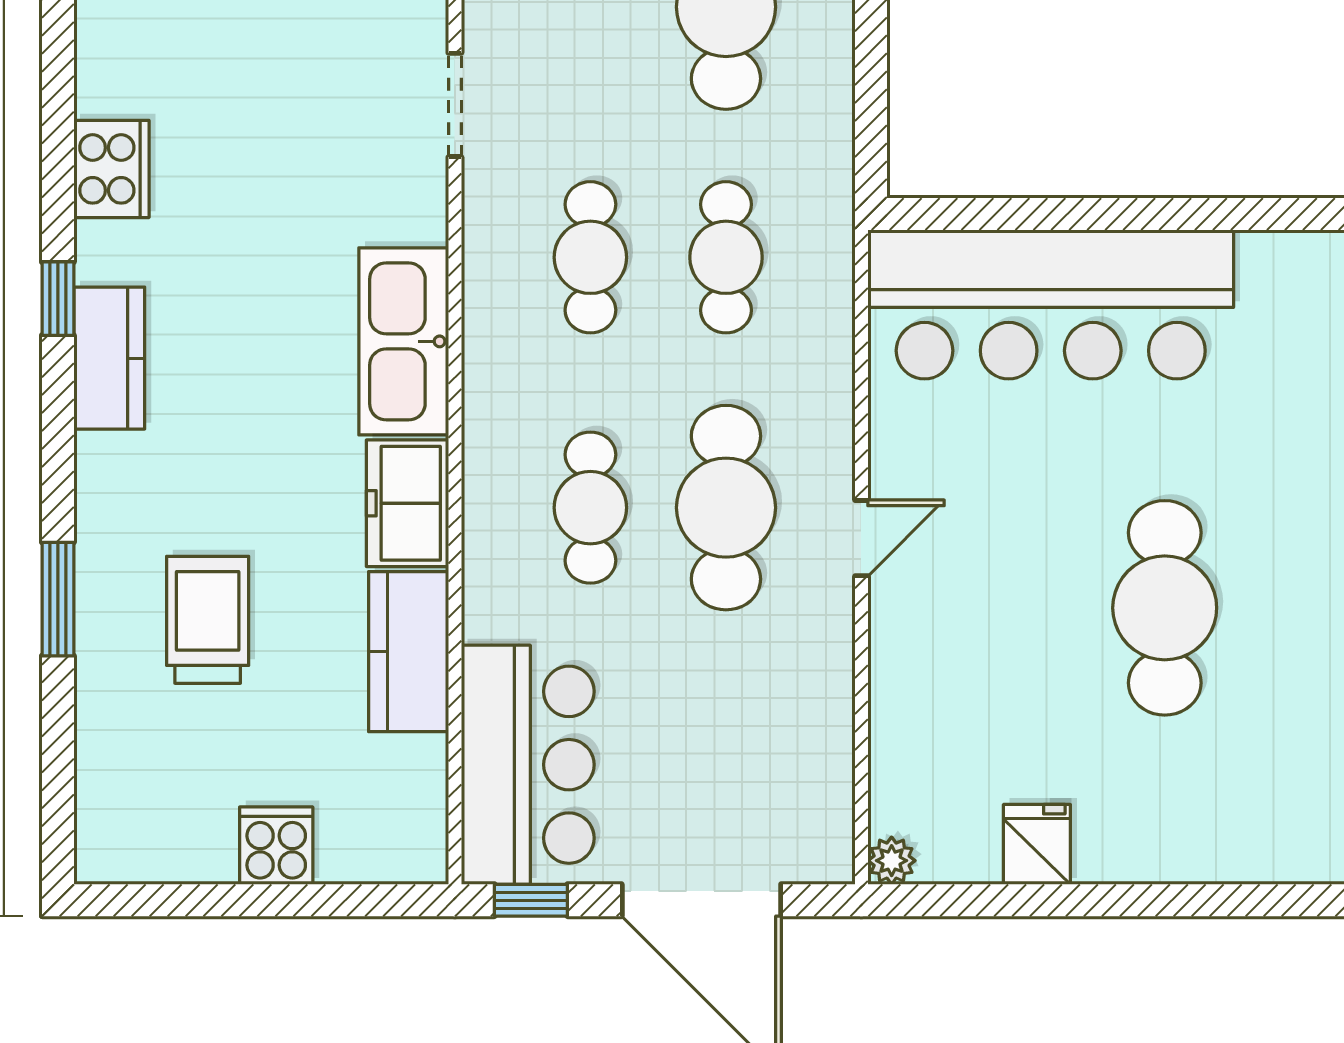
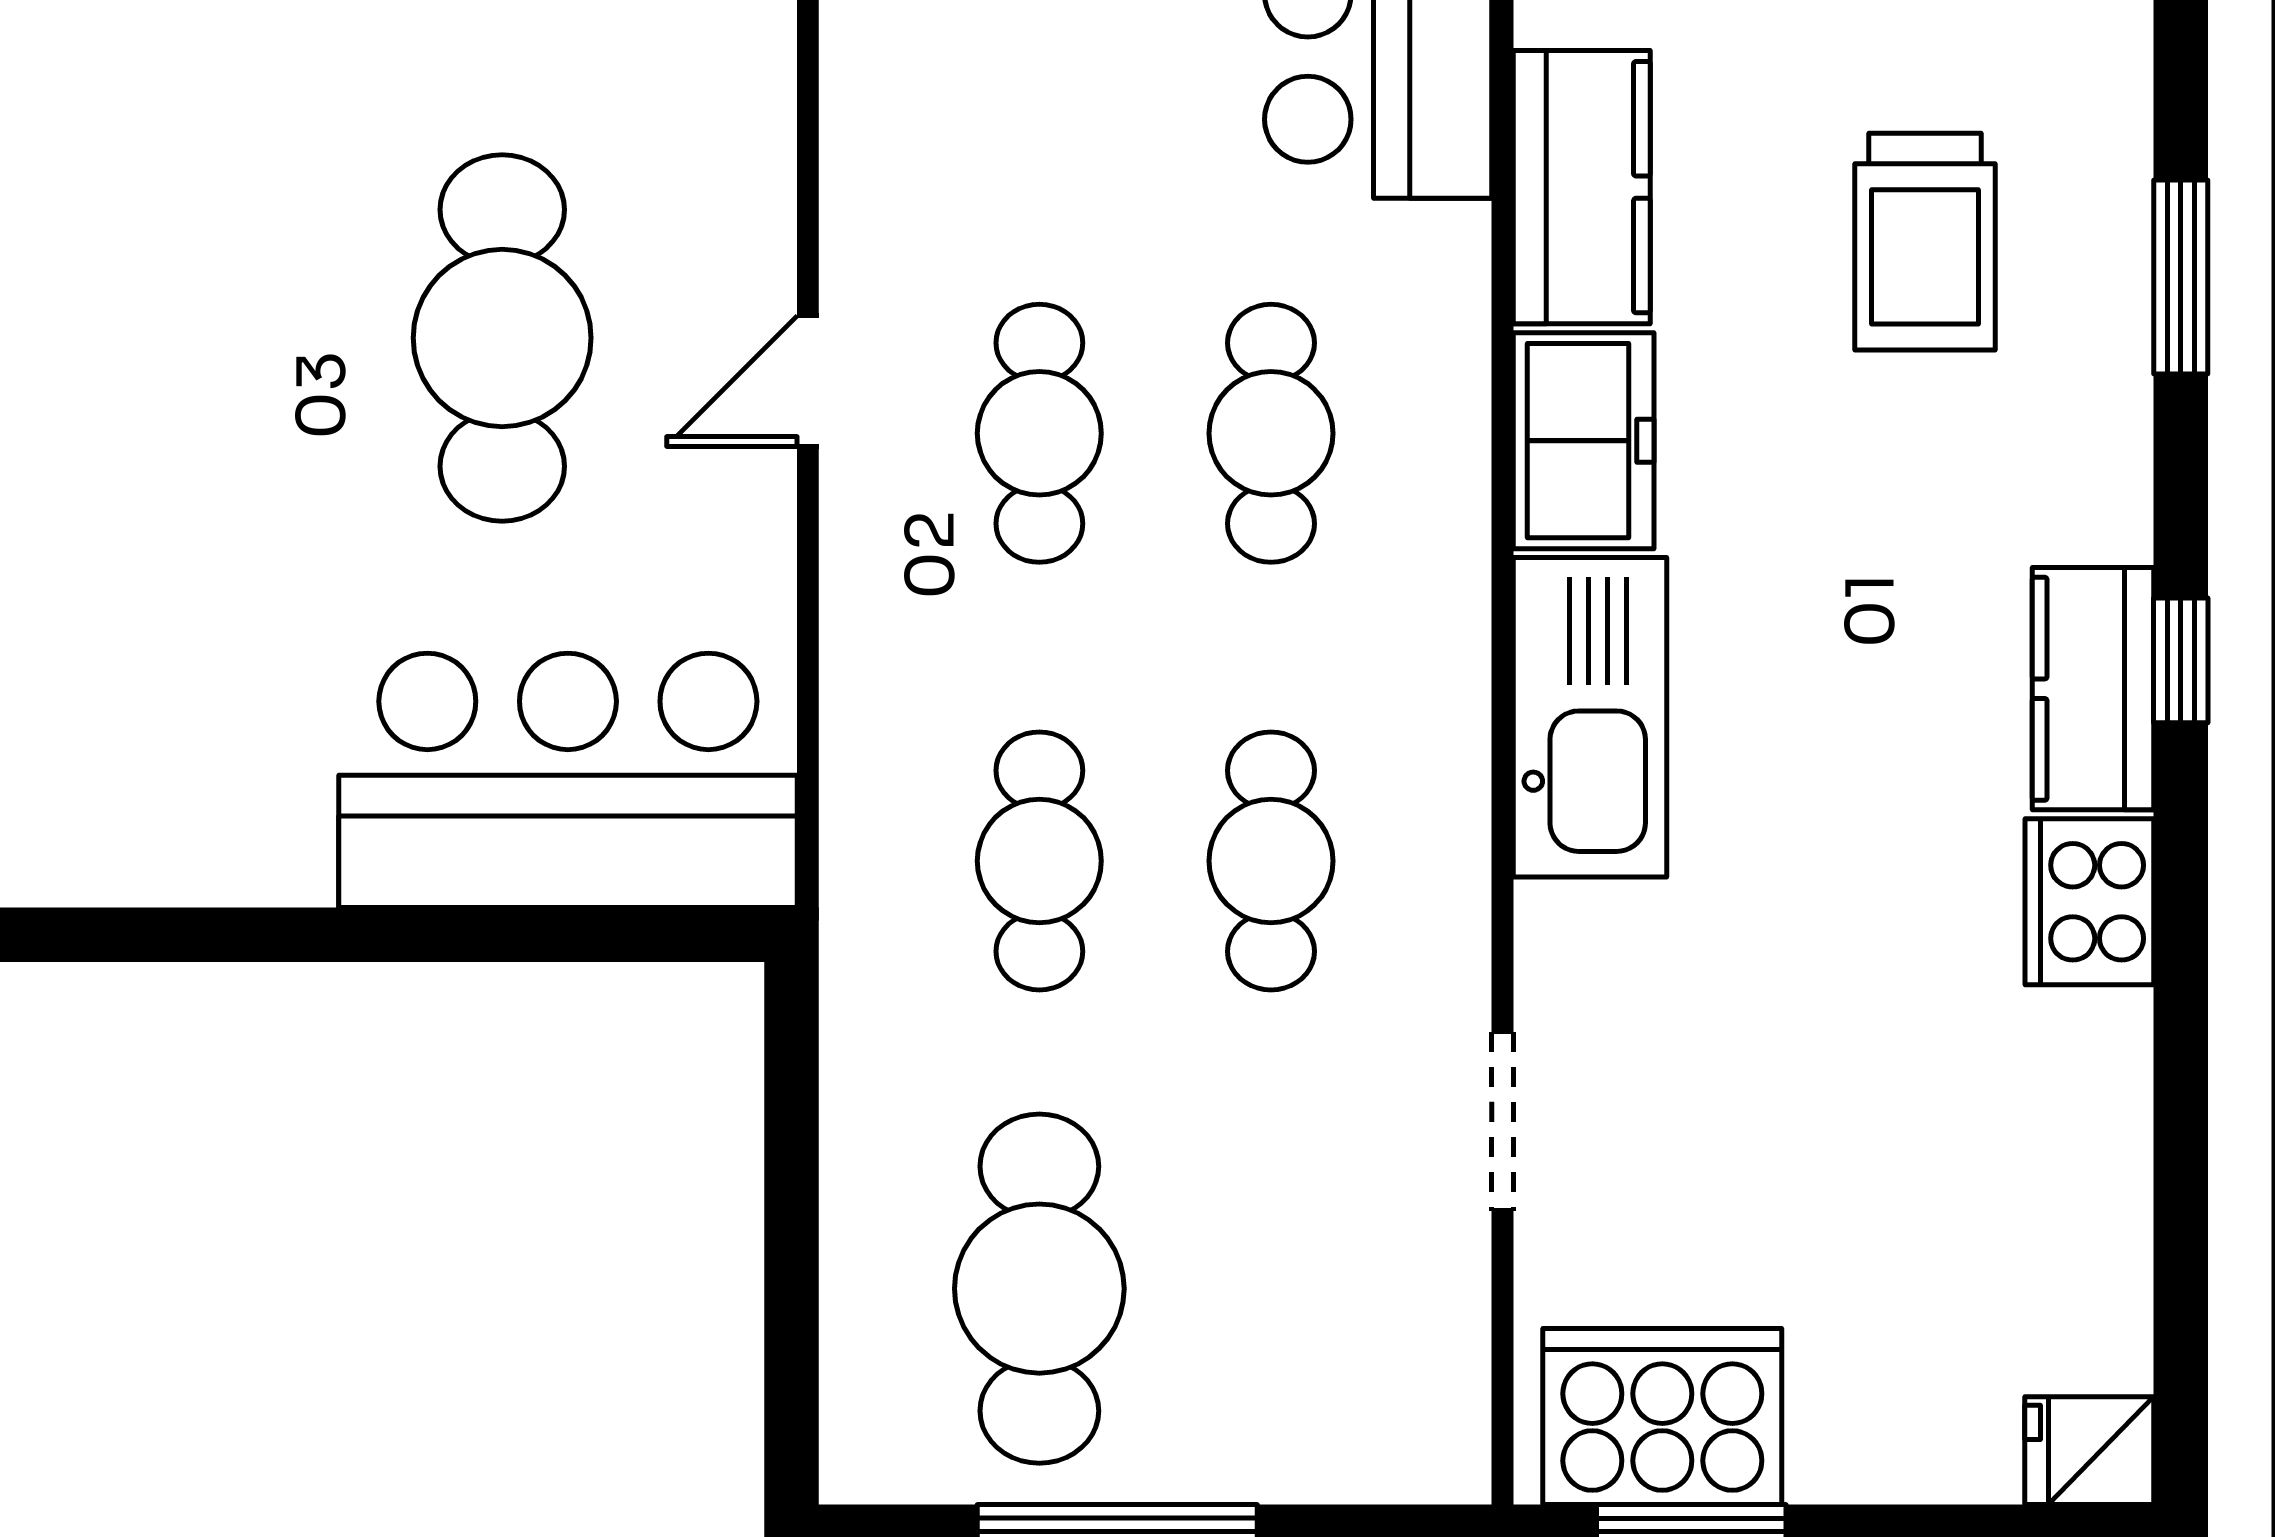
cooker: (111, 169) -> (2089, 902), moved
window: (58, 299) -> (2181, 660), moved
bar counter: (1051, 304) -> (568, 780), width x0.73
cafe table: (726, 508) -> (1039, 433), width x0.73, depth x0.74
cafe table: (1165, 608) -> (502, 338), moved

